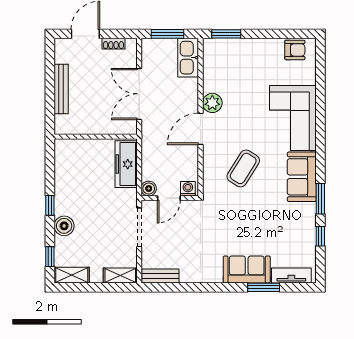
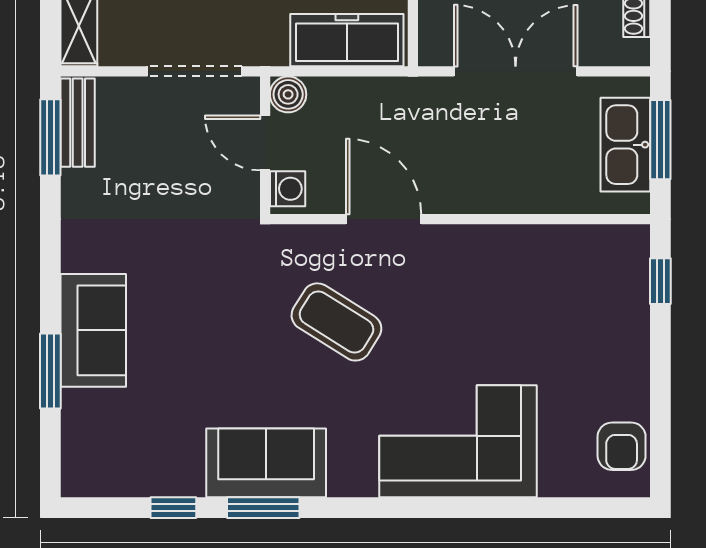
window: (226, 34) -> (660, 281), width x0.67
kitchen sink: (188, 58) -> (625, 145), moved, turned -90
plant: (212, 103) -> (494, 247), removed
door: (201, 129) -> (384, 219), moved
sofa: (302, 177) -> (266, 463), moved
tv unit: (291, 275) -> (79, 438), removed
window: (167, 287) -> (50, 137), added

